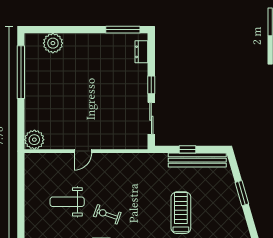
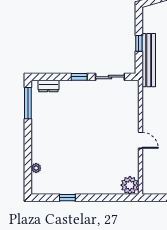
plant: (53, 43) -> (36, 168), width x0.53, depth x0.53
window: (21, 72) -> (67, 198), width x0.32
bench: (197, 160) -> (149, 60), moved

